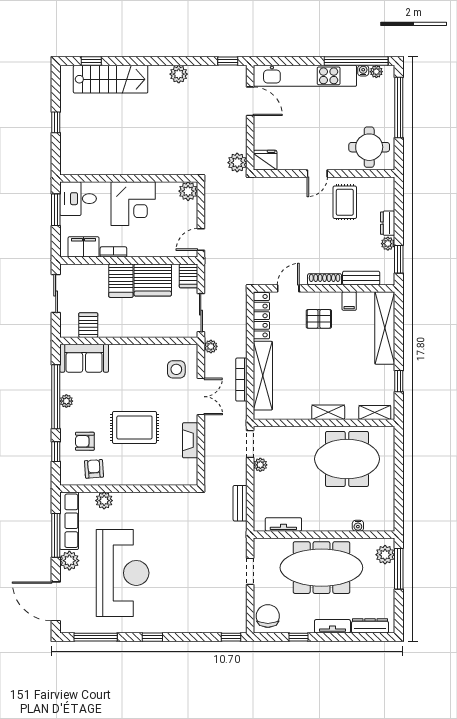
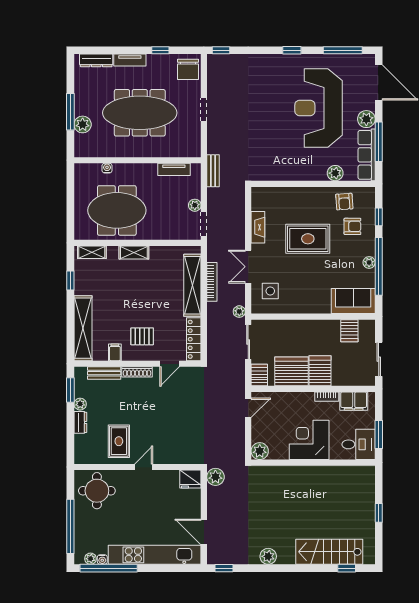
tv unit: (283, 524) -> (174, 169), moved
water cooler: (358, 526) -> (107, 168), moved
wall: (324, 535) -> (138, 160), moved

